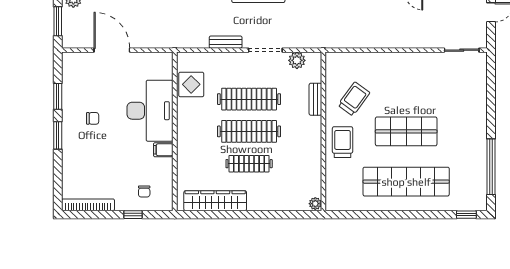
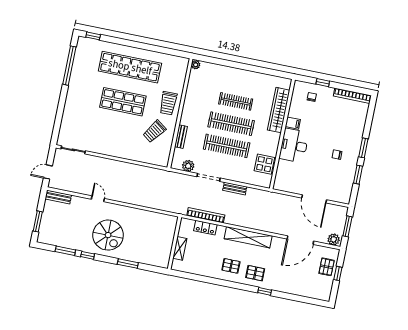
desk: (150, 111) -> (294, 145), width x0.73, depth x0.77
wardrobe: (215, 201) -> (279, 110), moved, turned 90

